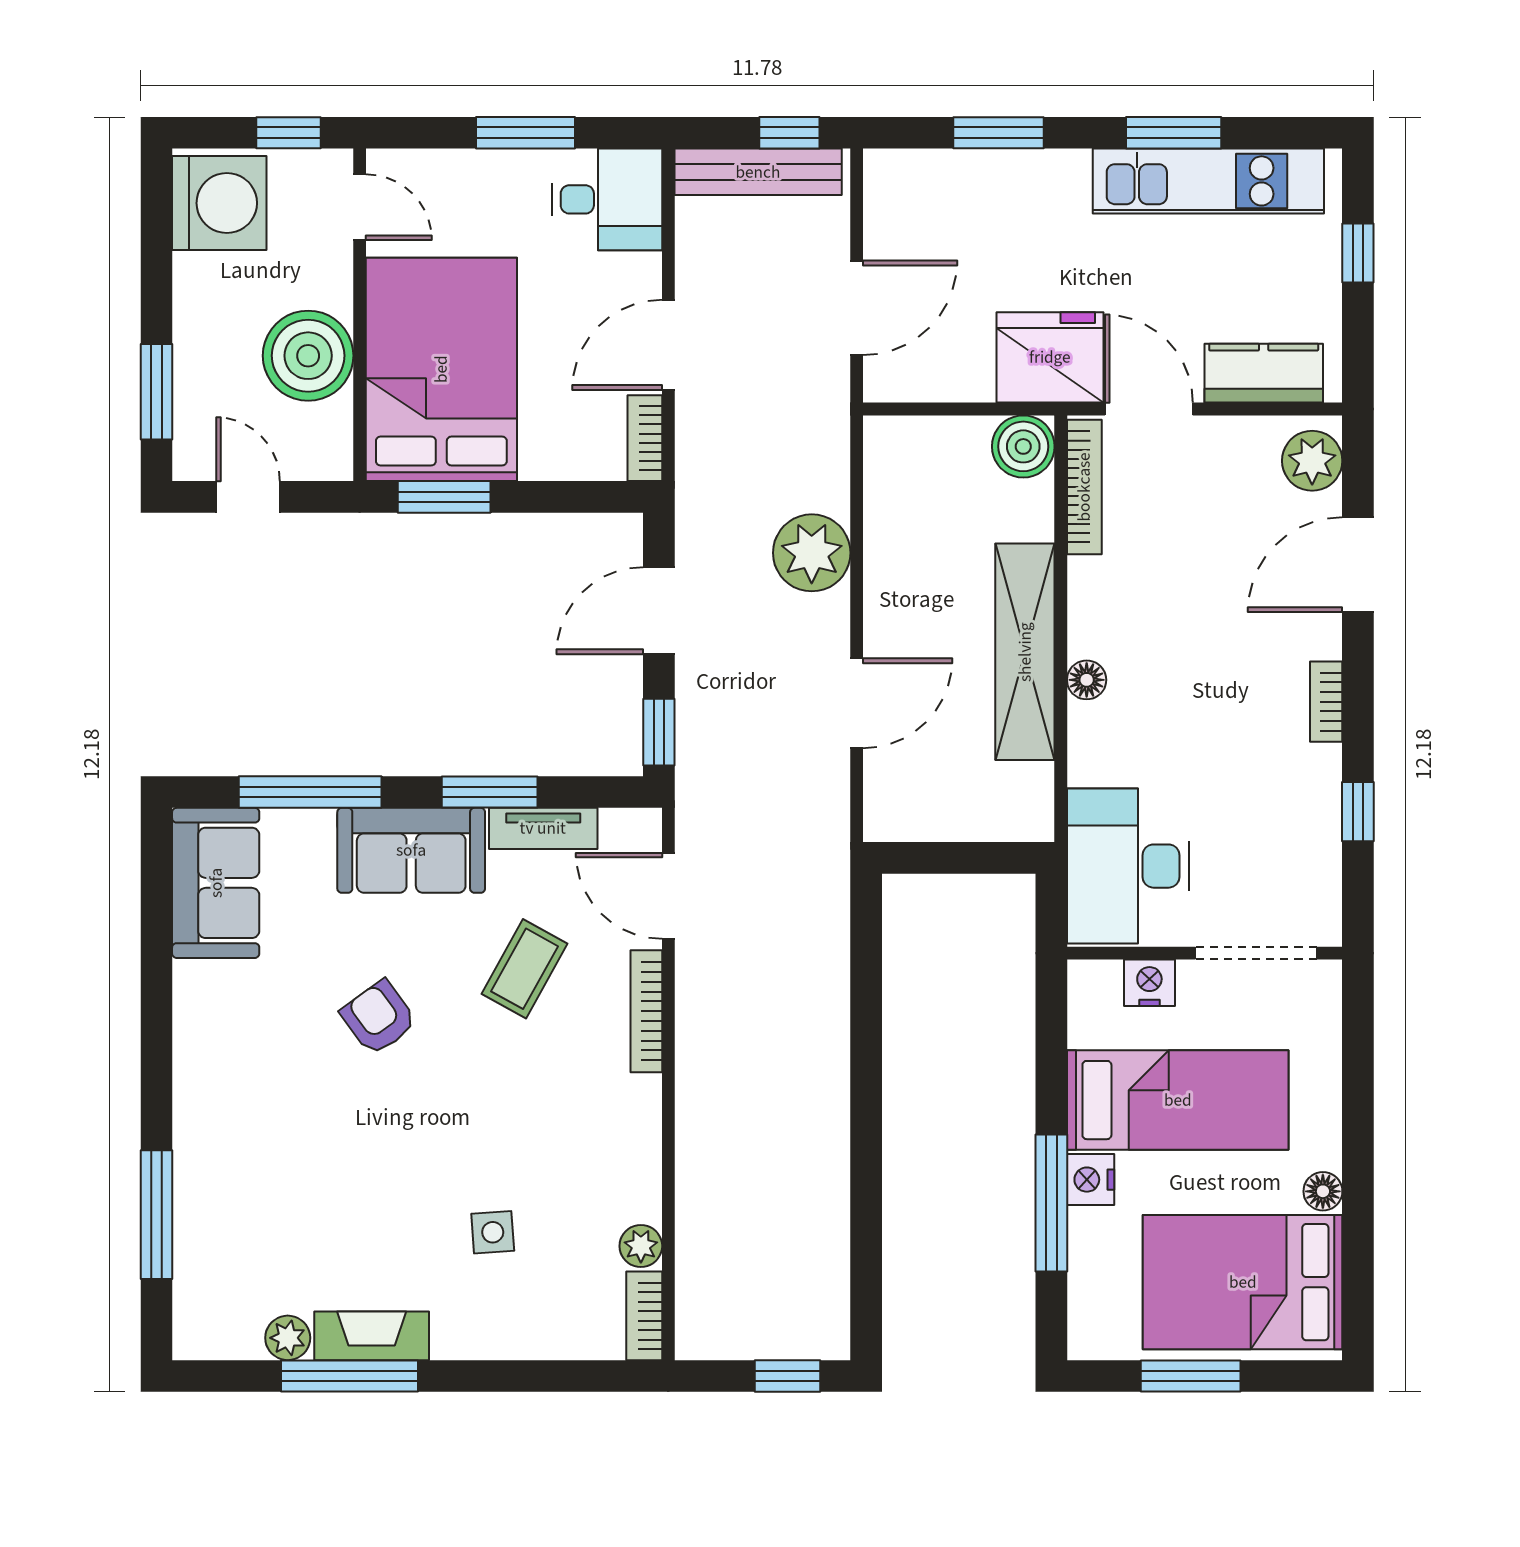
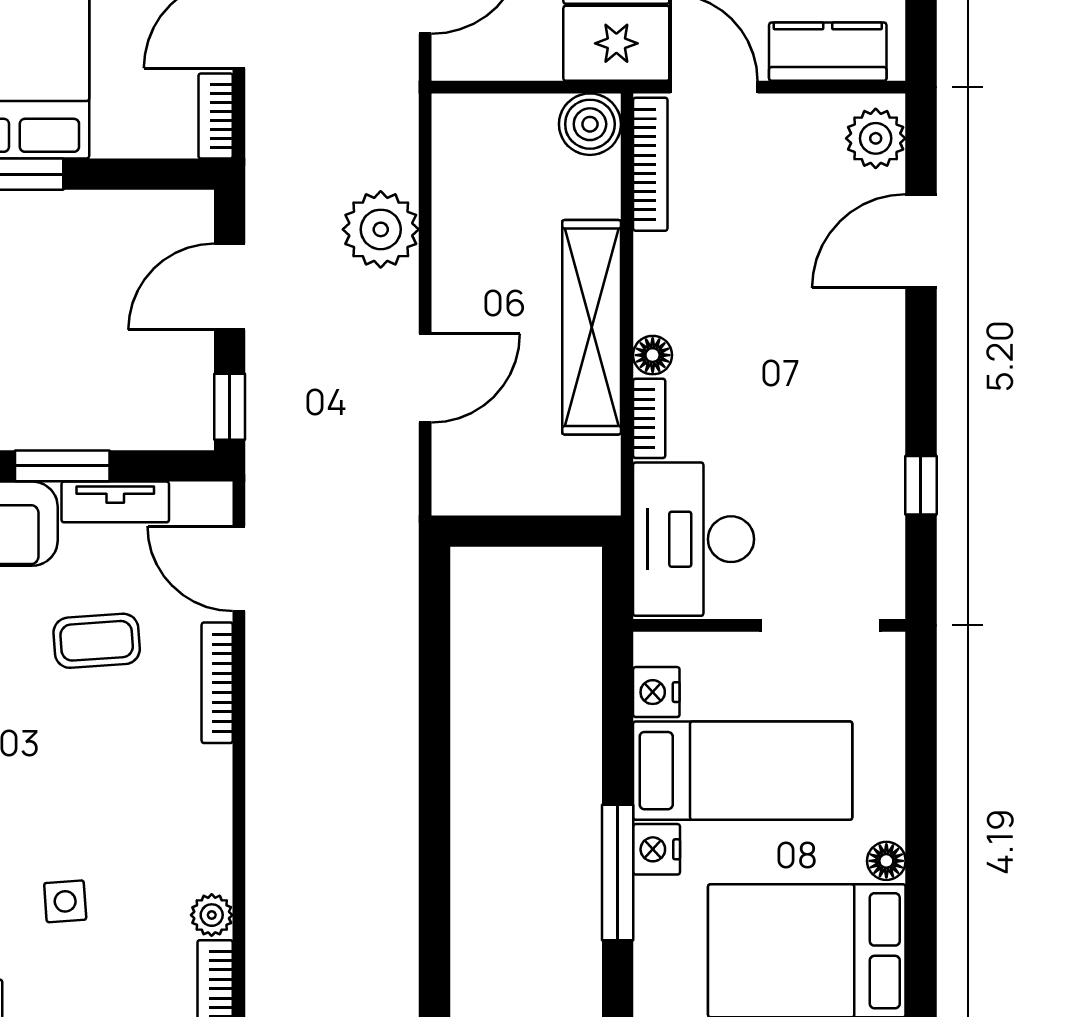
bookcase: (1326, 702) -> (649, 418), moved, turned 180
coffee table: (524, 969) -> (97, 641), turned 57
nightstand: (1149, 983) -> (656, 692), moved, turned -90

